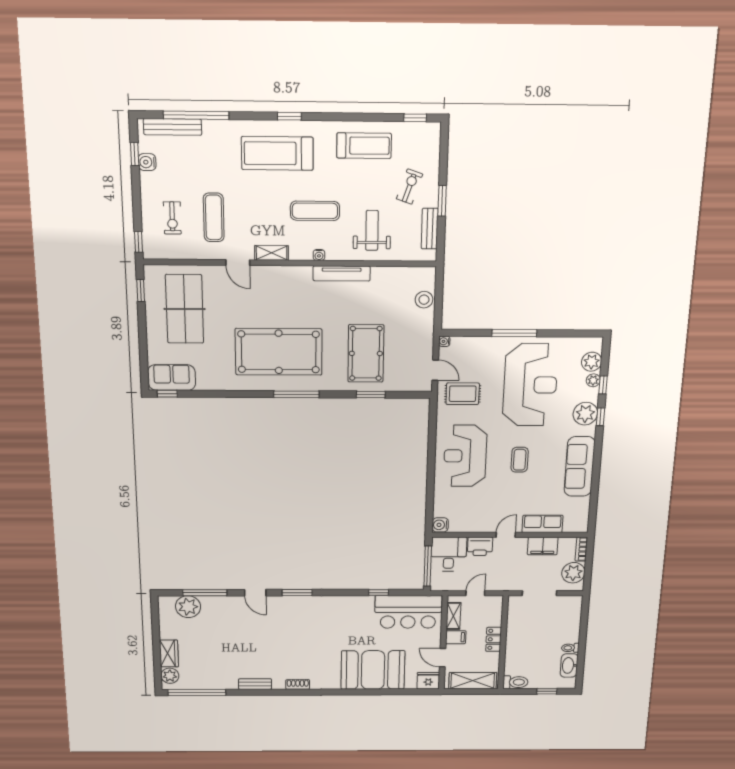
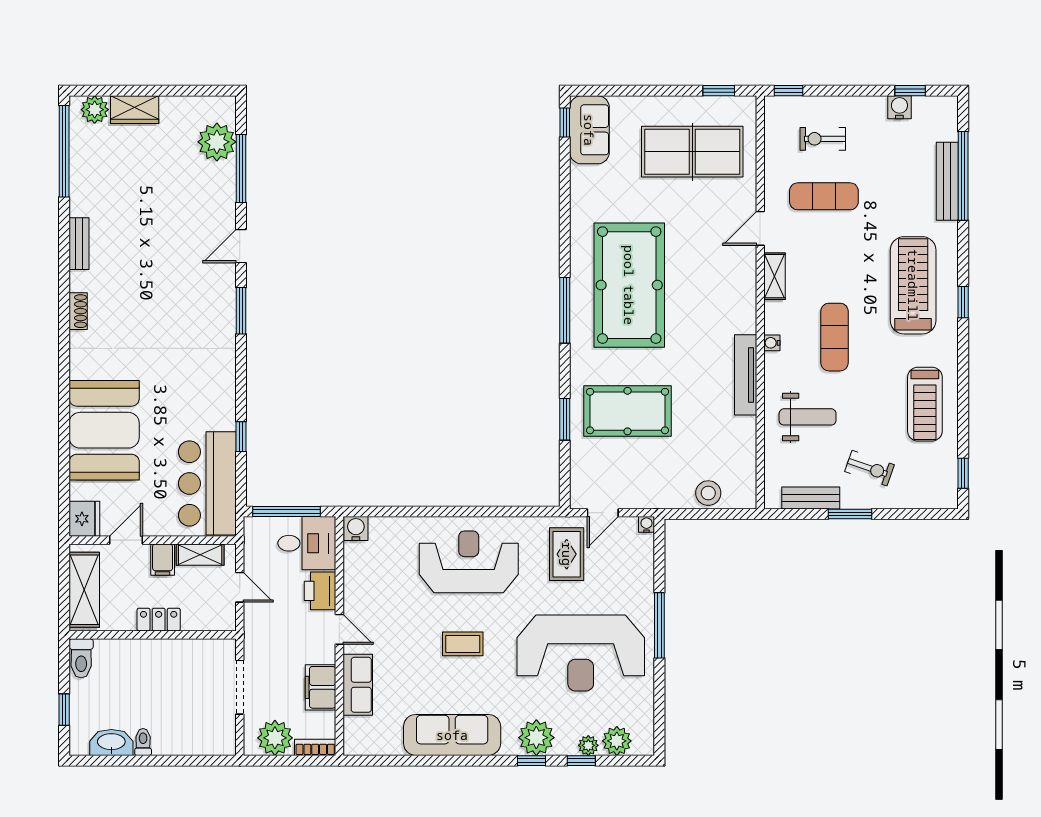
bench: (173, 127) -> (947, 181), moved

